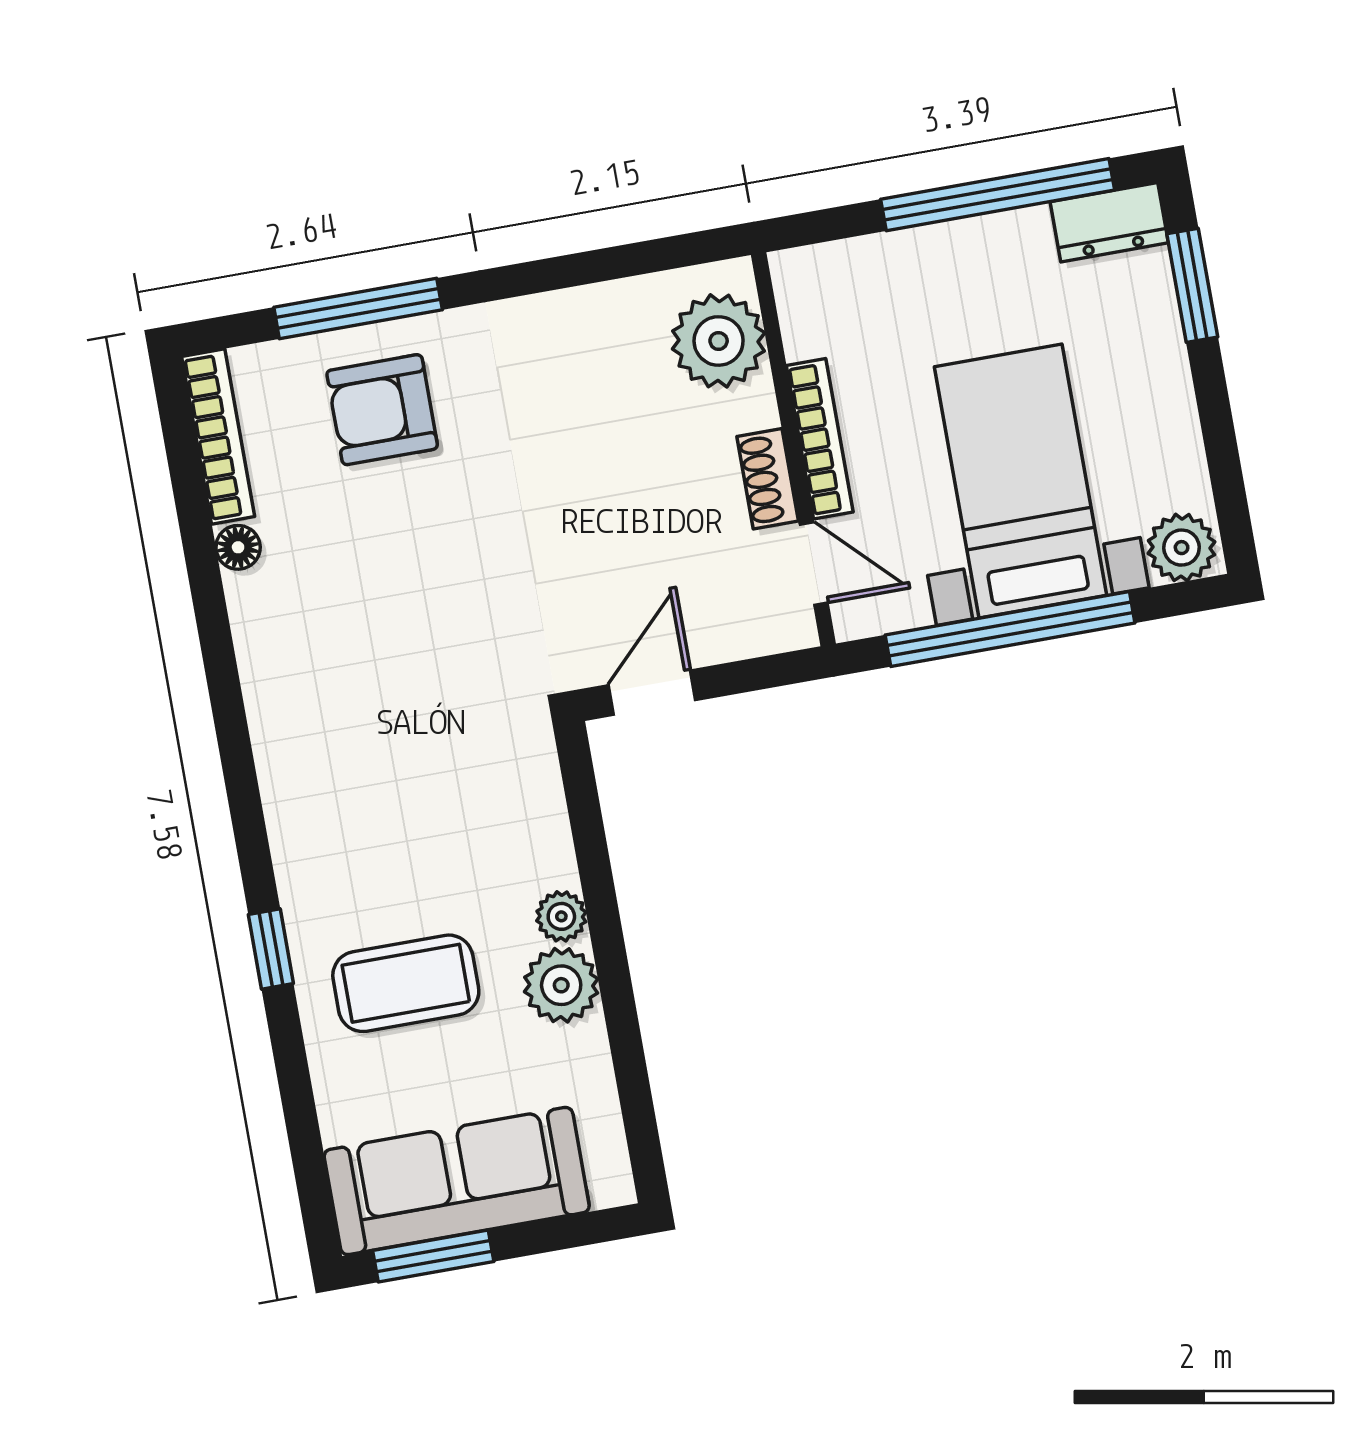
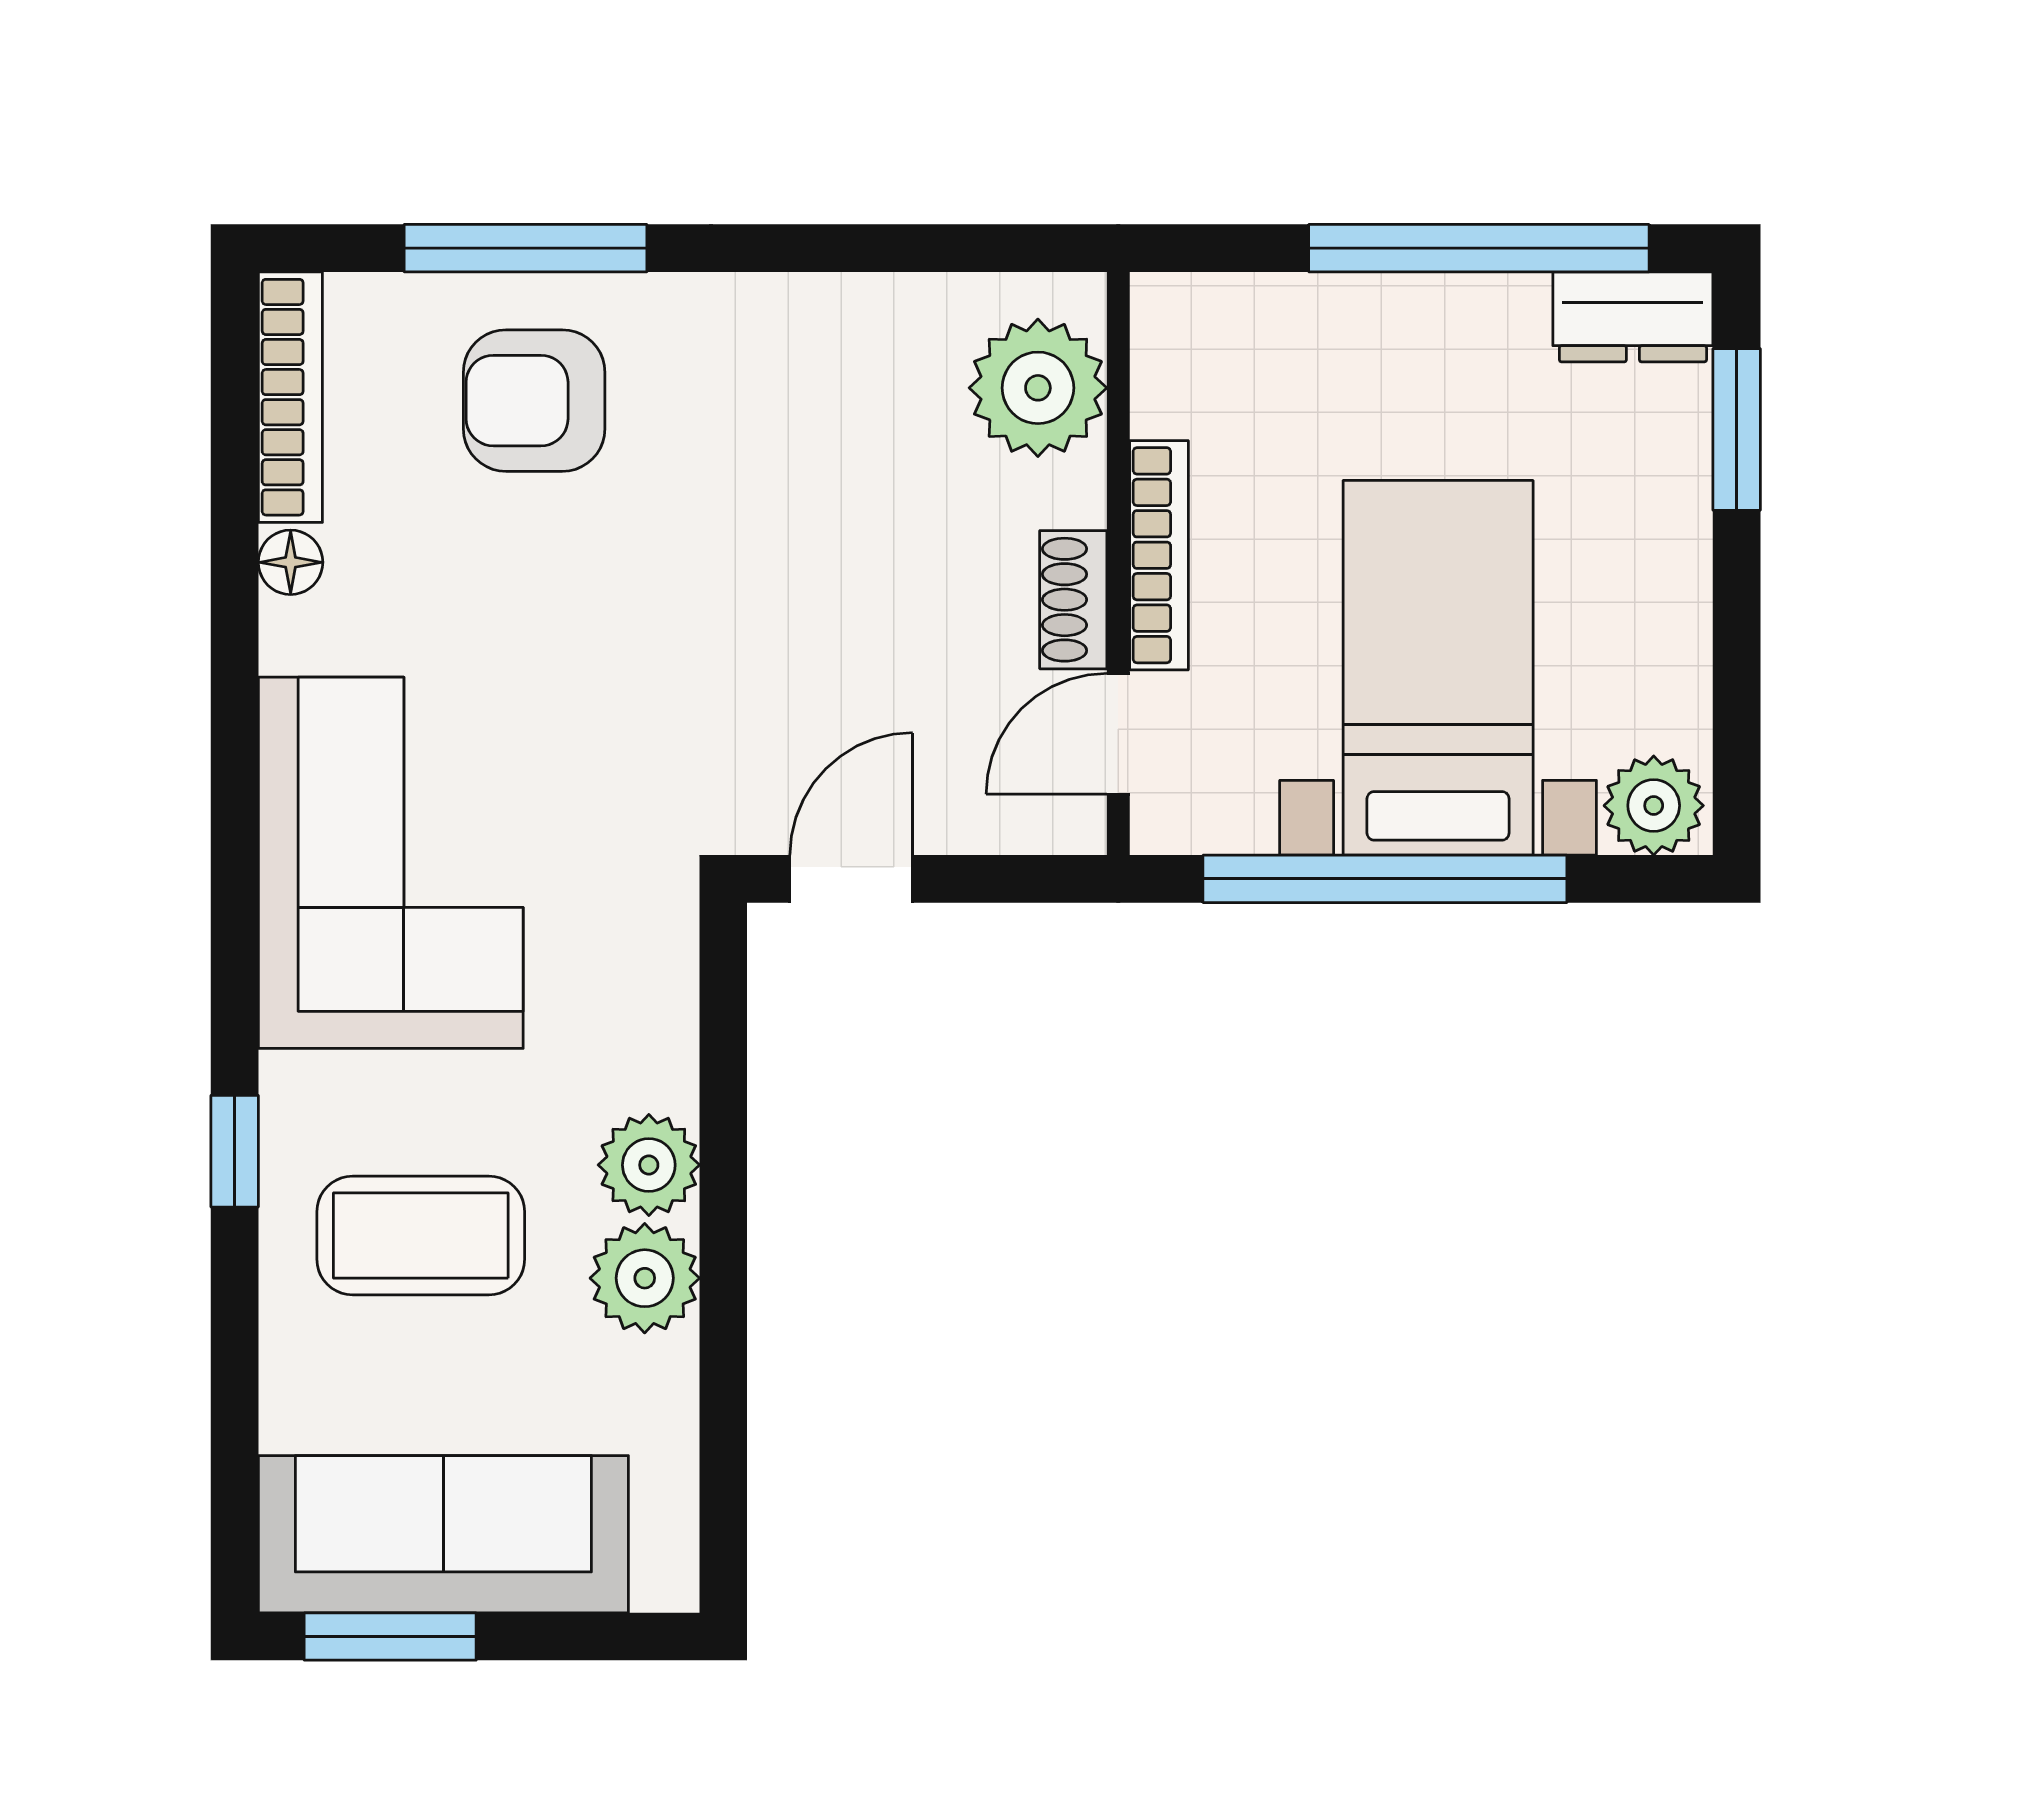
door: (814, 563) -> (1118, 734), swing flipped
corner sofa: (341, 737) -> (391, 863), added
plant: (561, 916) -> (649, 1165), width x1.38, depth x1.38

